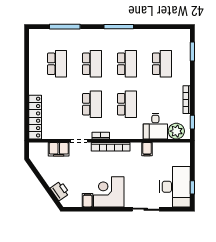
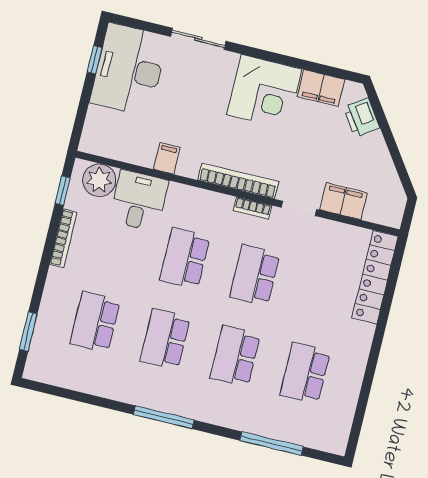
filing cabinet: (87, 200) -> (321, 88), width x2.00

